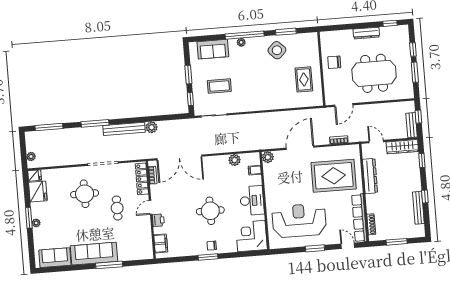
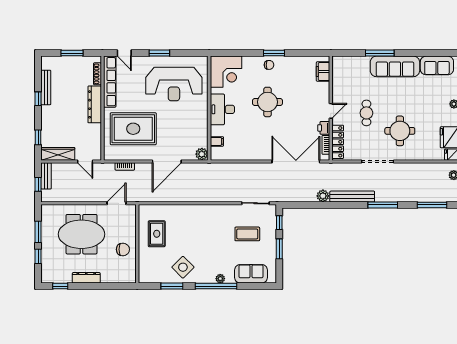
plant: (235, 160) -> (237, 154), removed
dresser: (370, 176) -> (95, 104), moved
printer: (158, 220) -> (324, 128), moved

